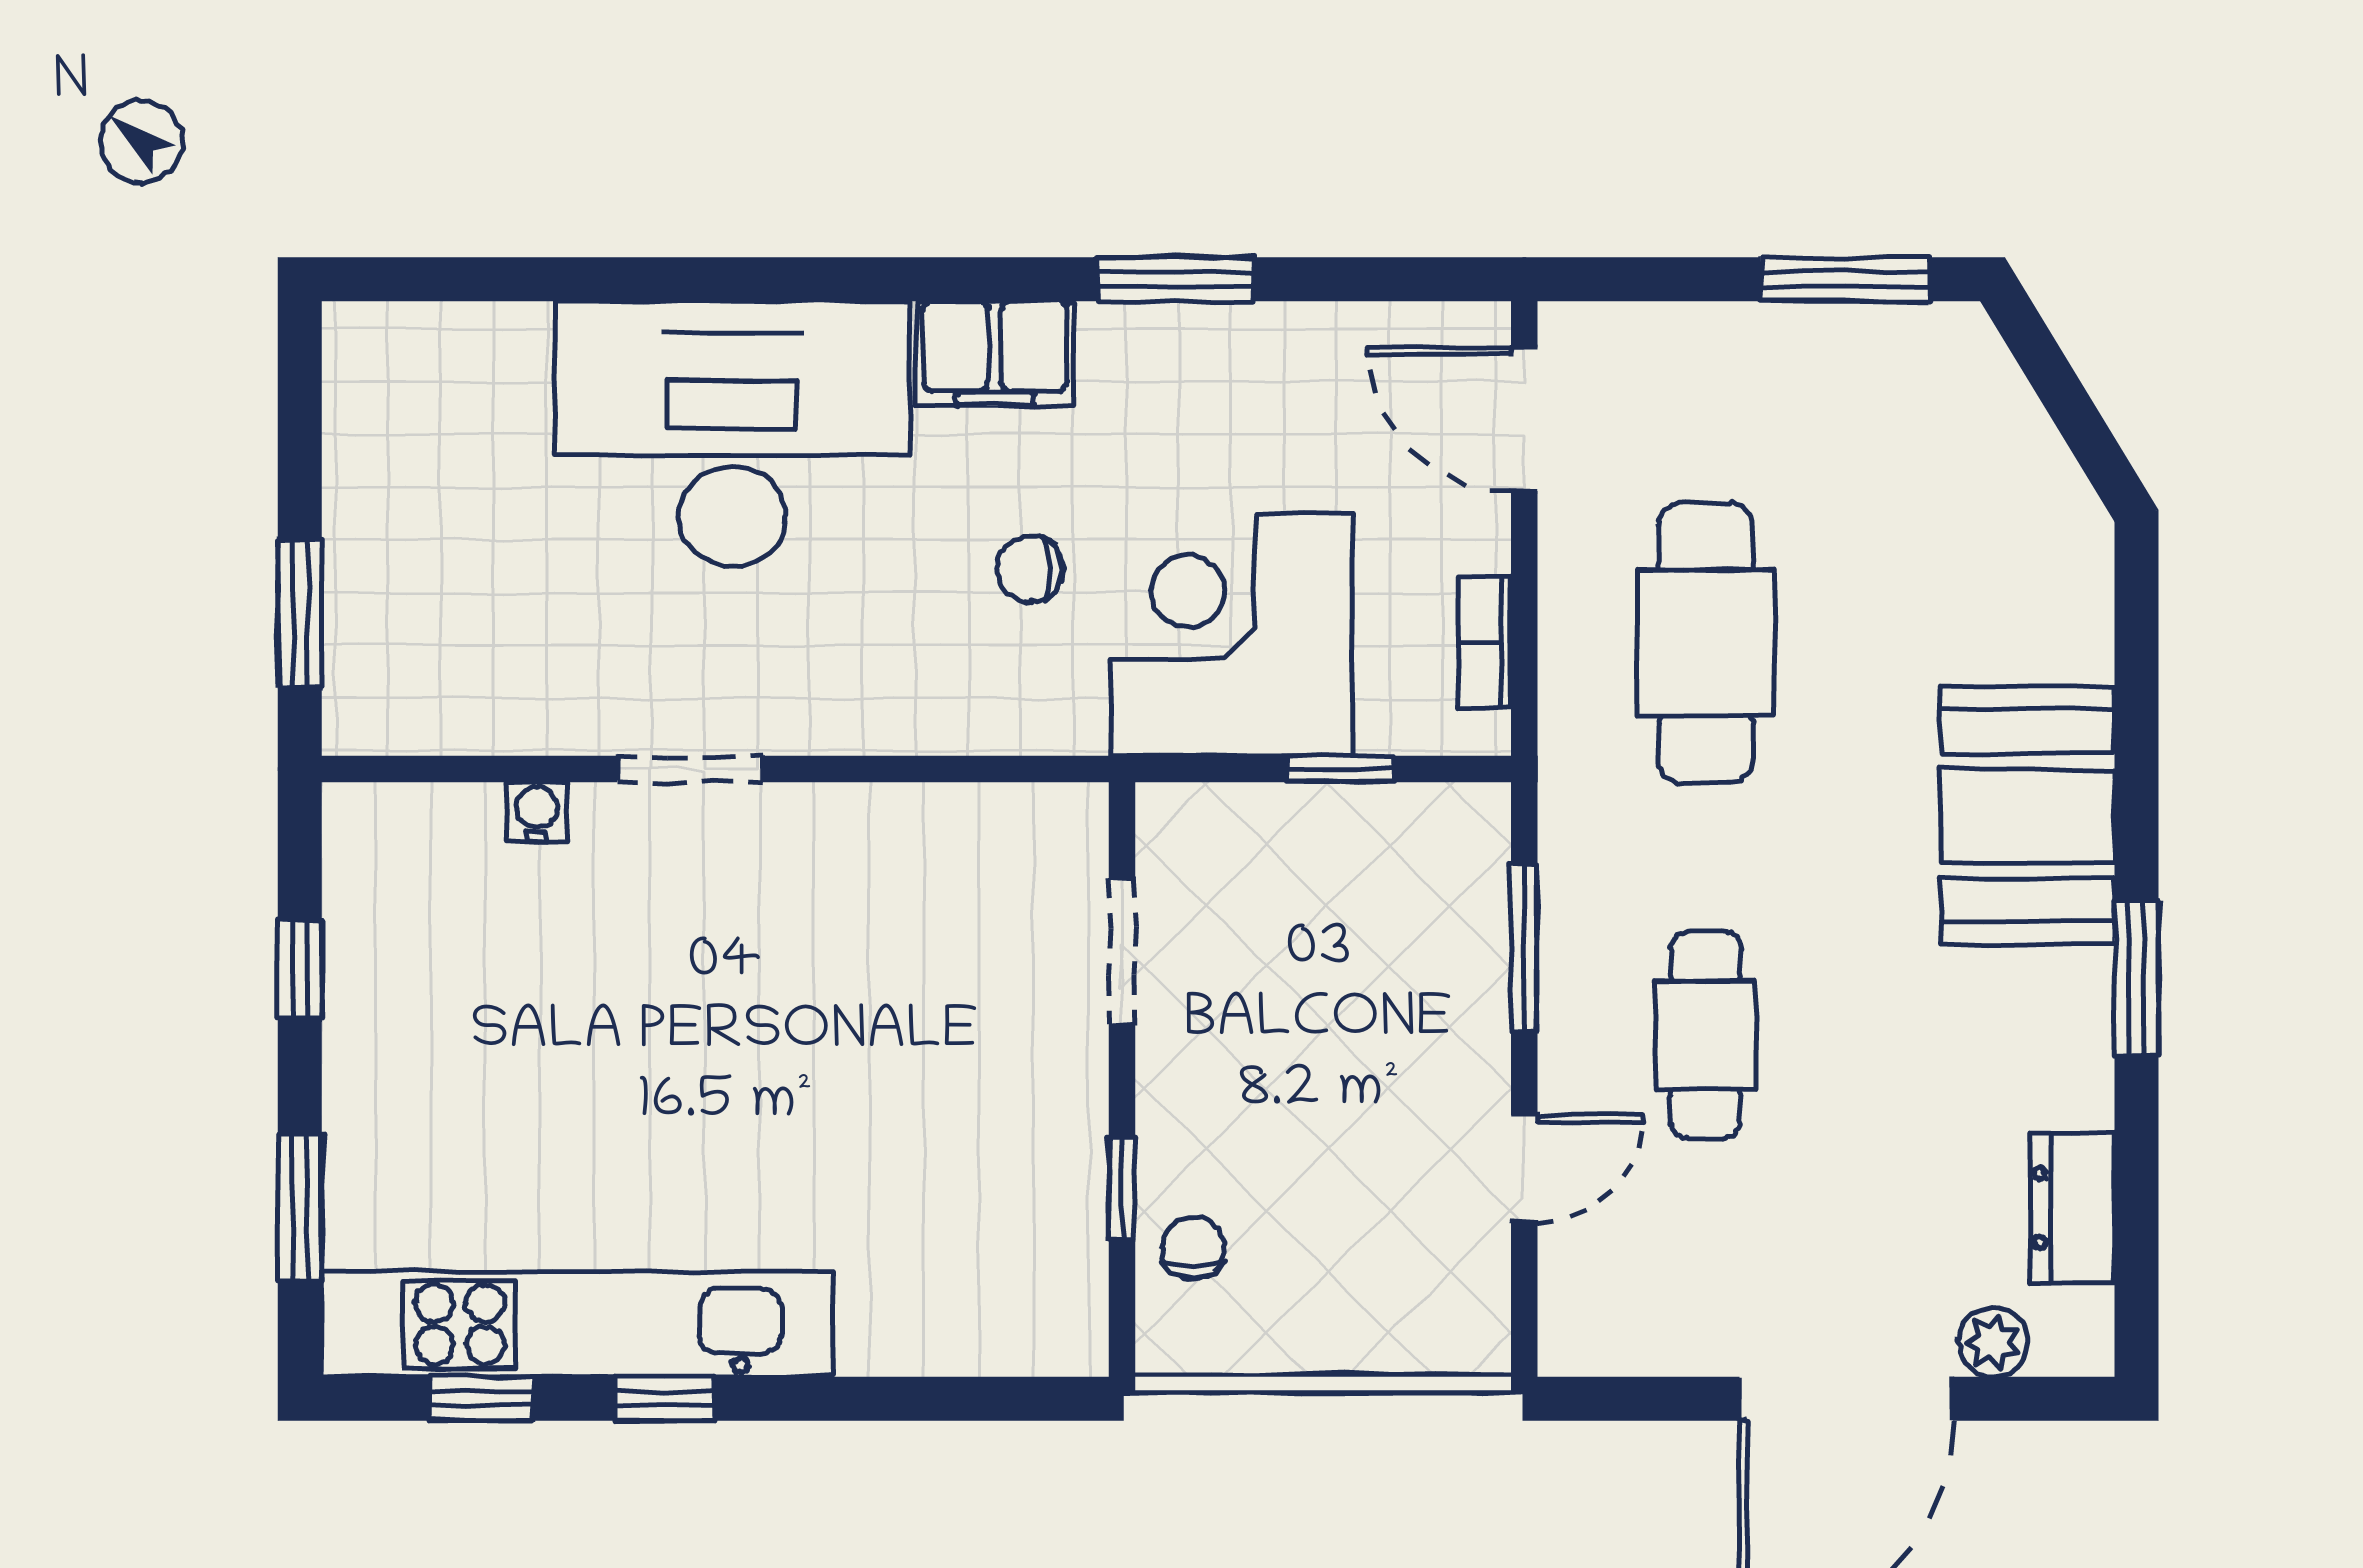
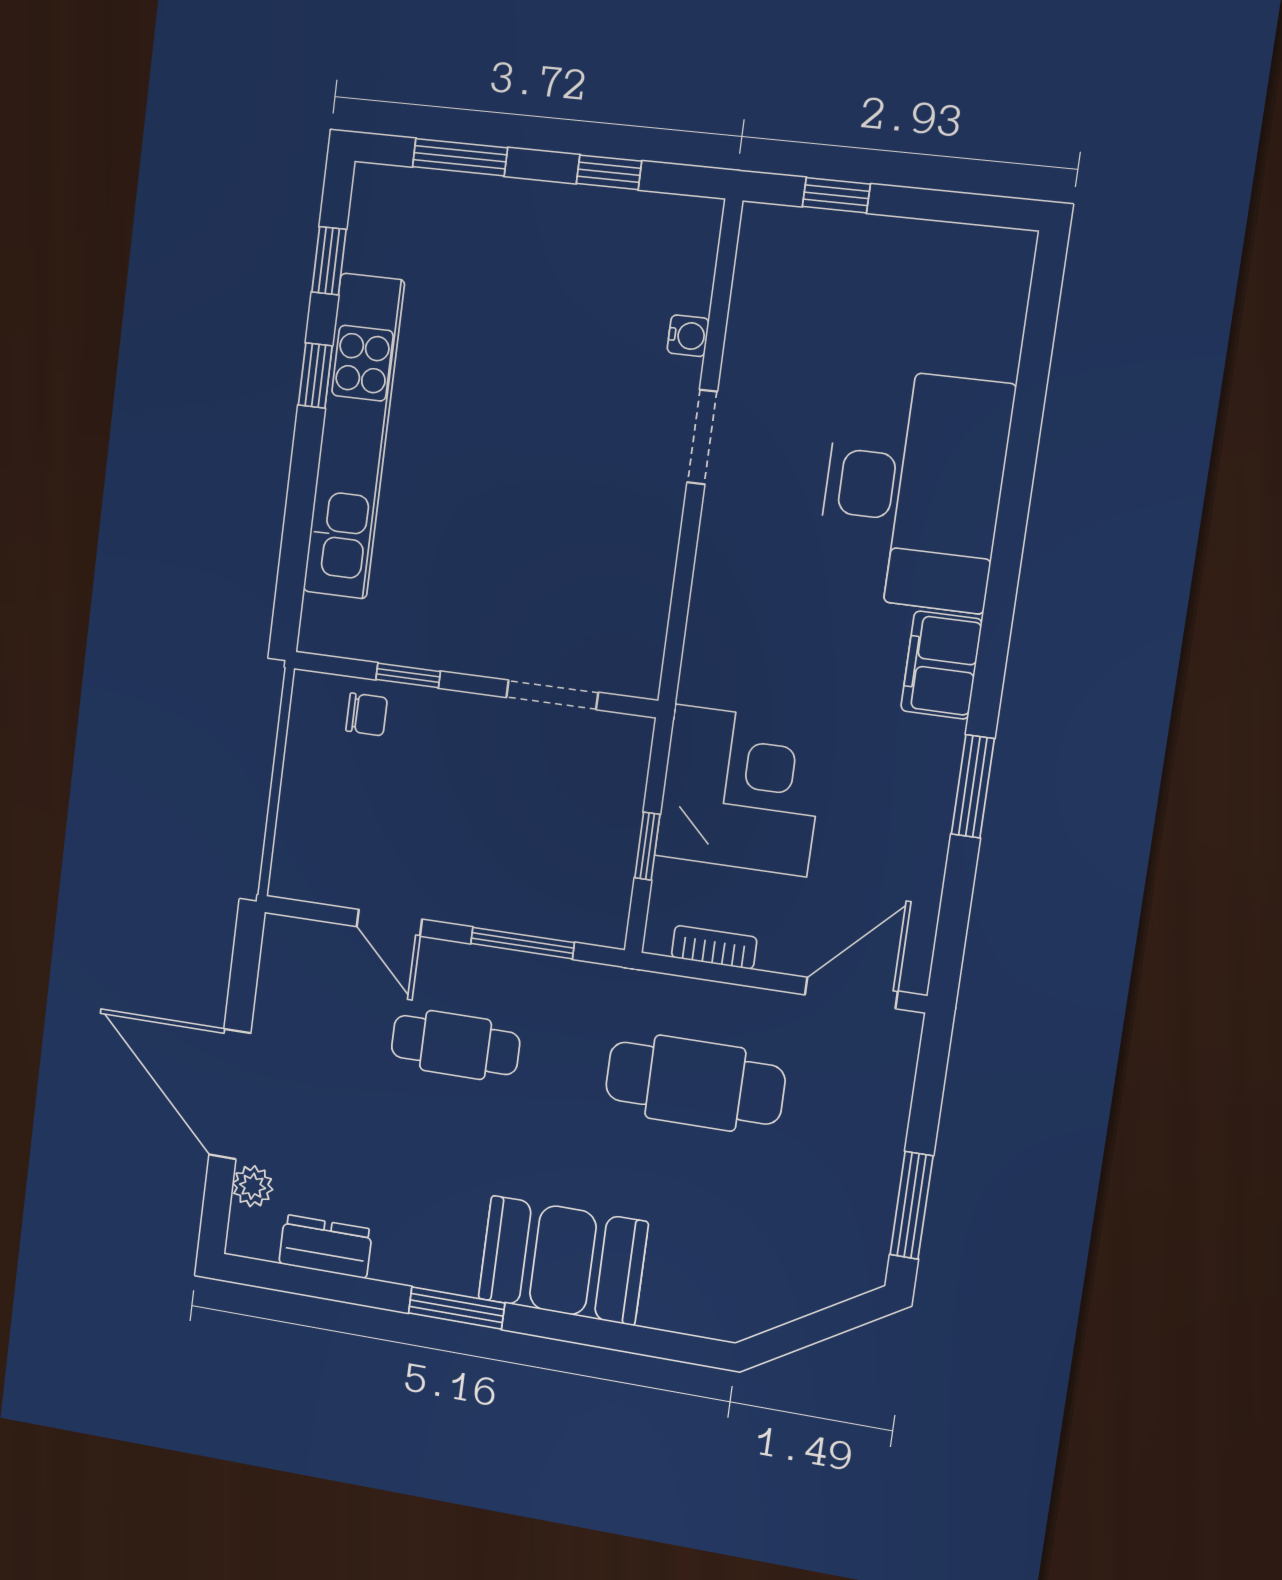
chair: (1030, 569) -> (800, 669), removed
window: (300, 613) -> (836, 195), width x0.67
kitchen unit: (577, 1324) -> (354, 437), moved

